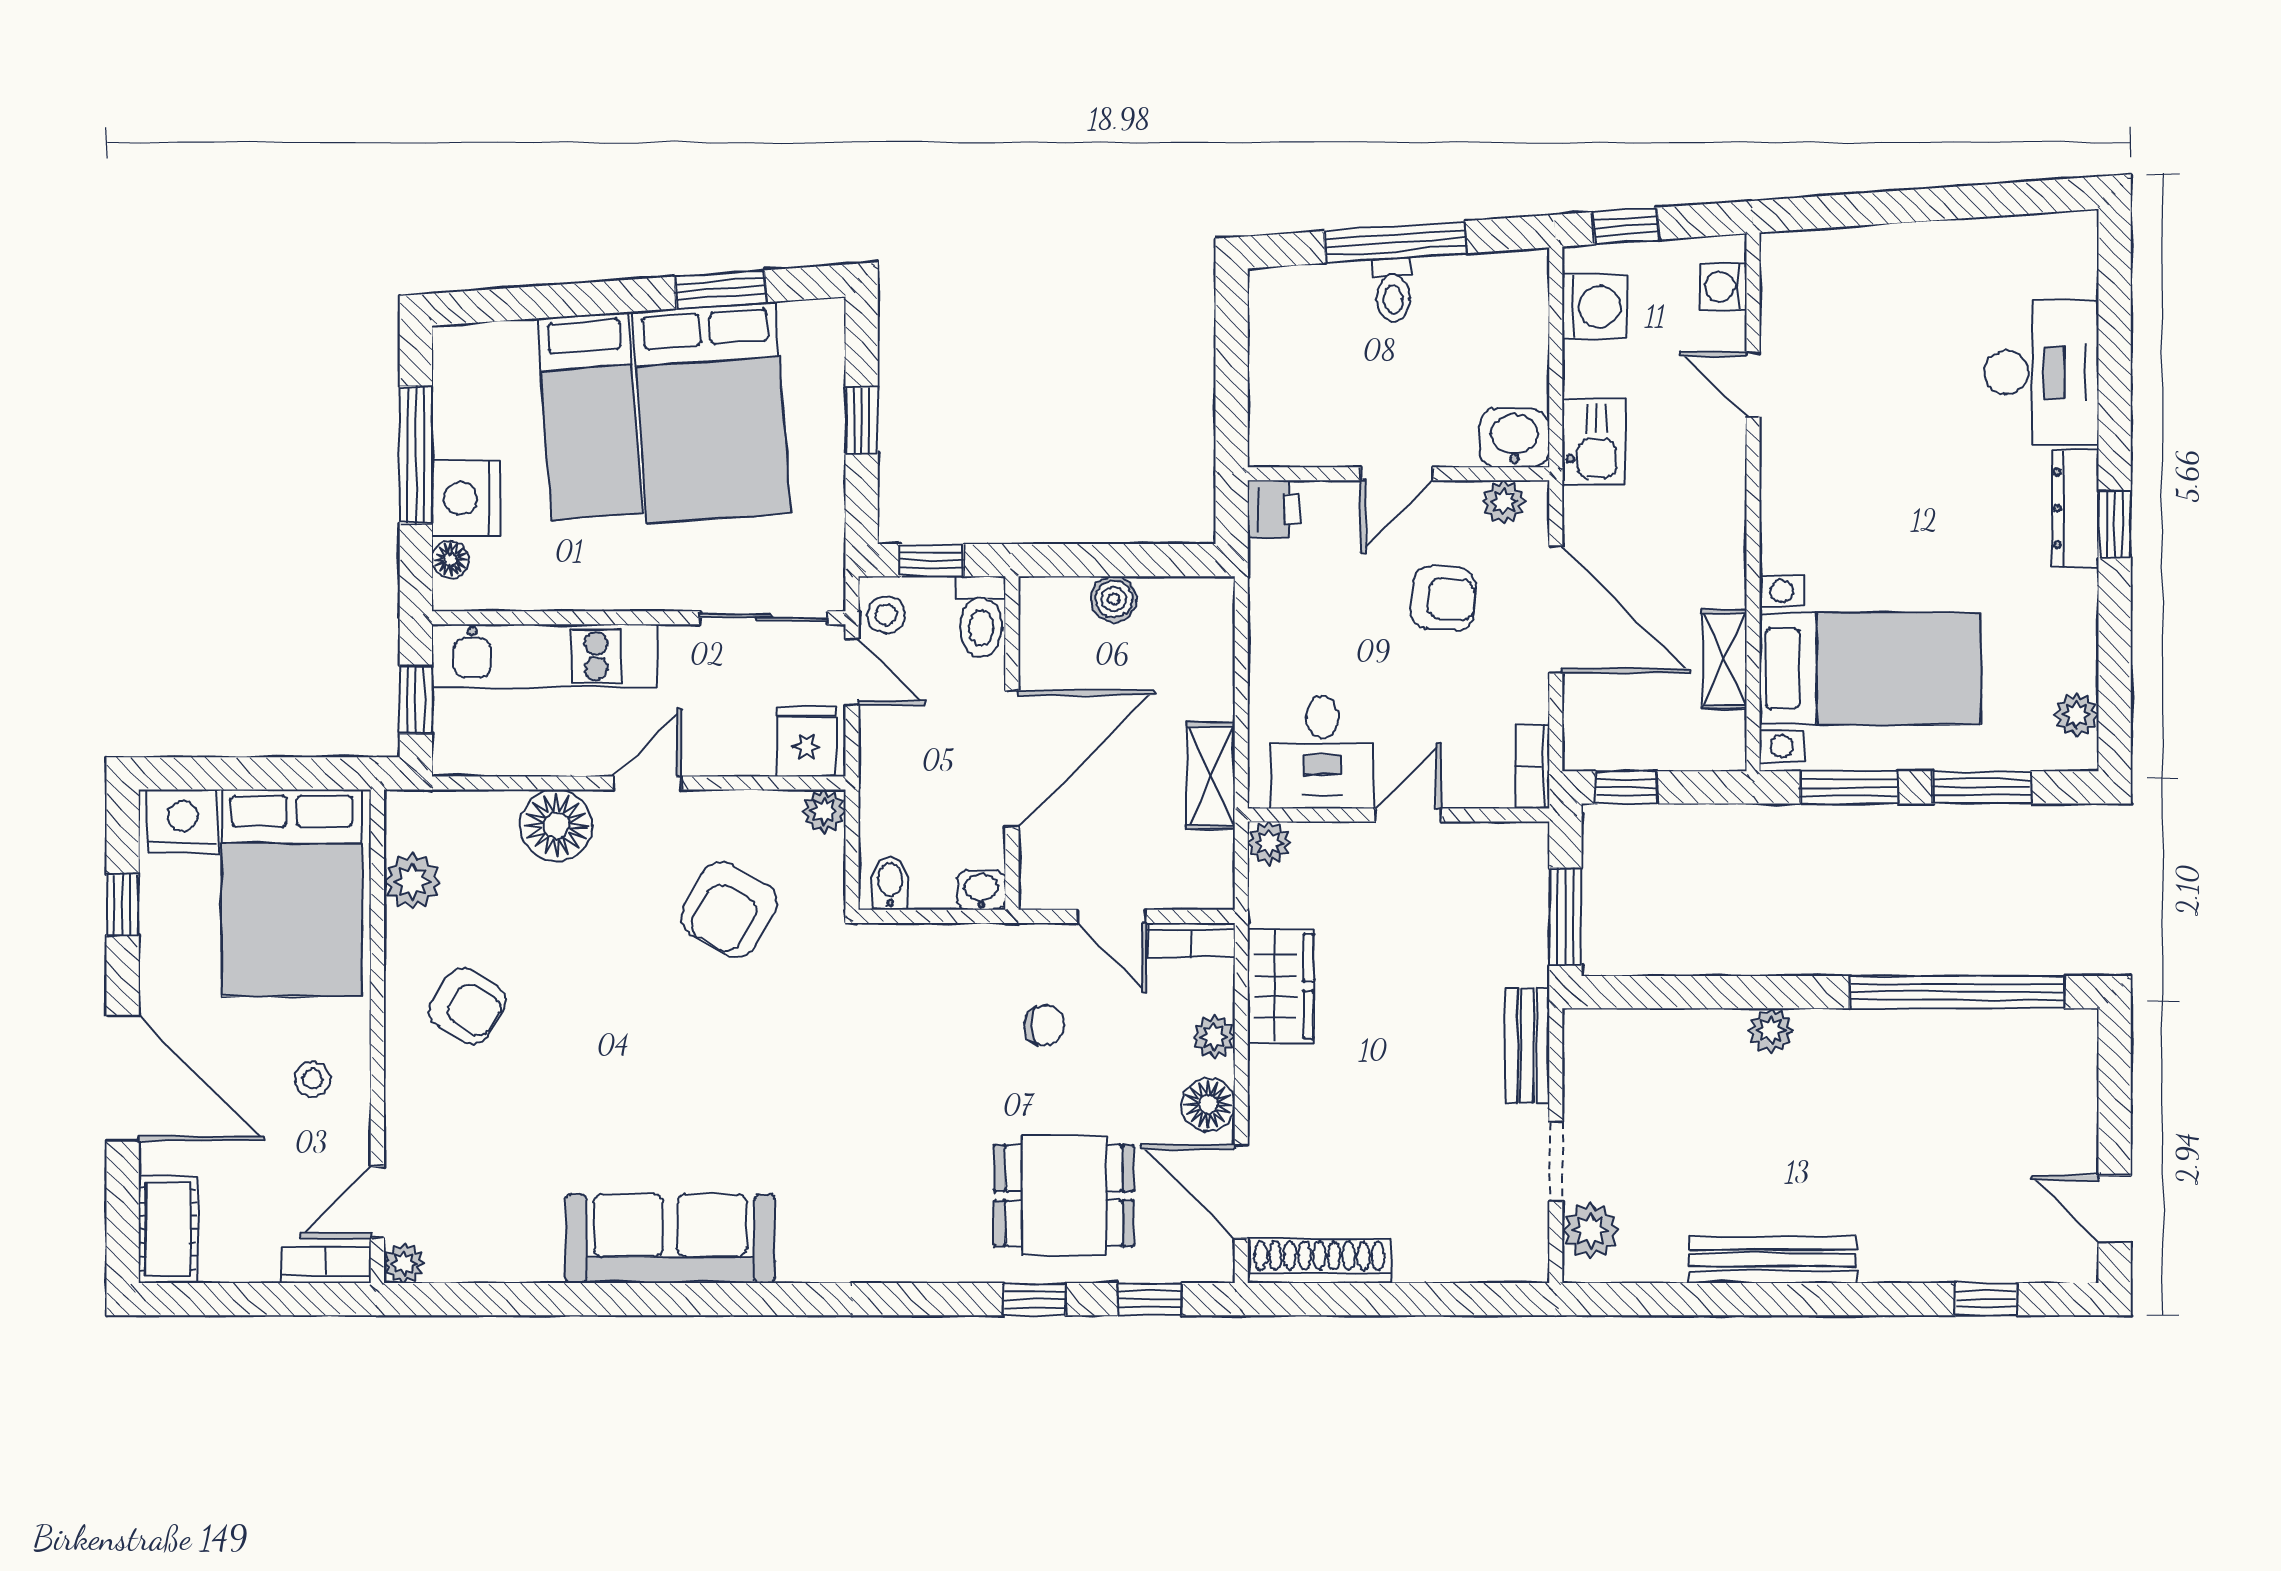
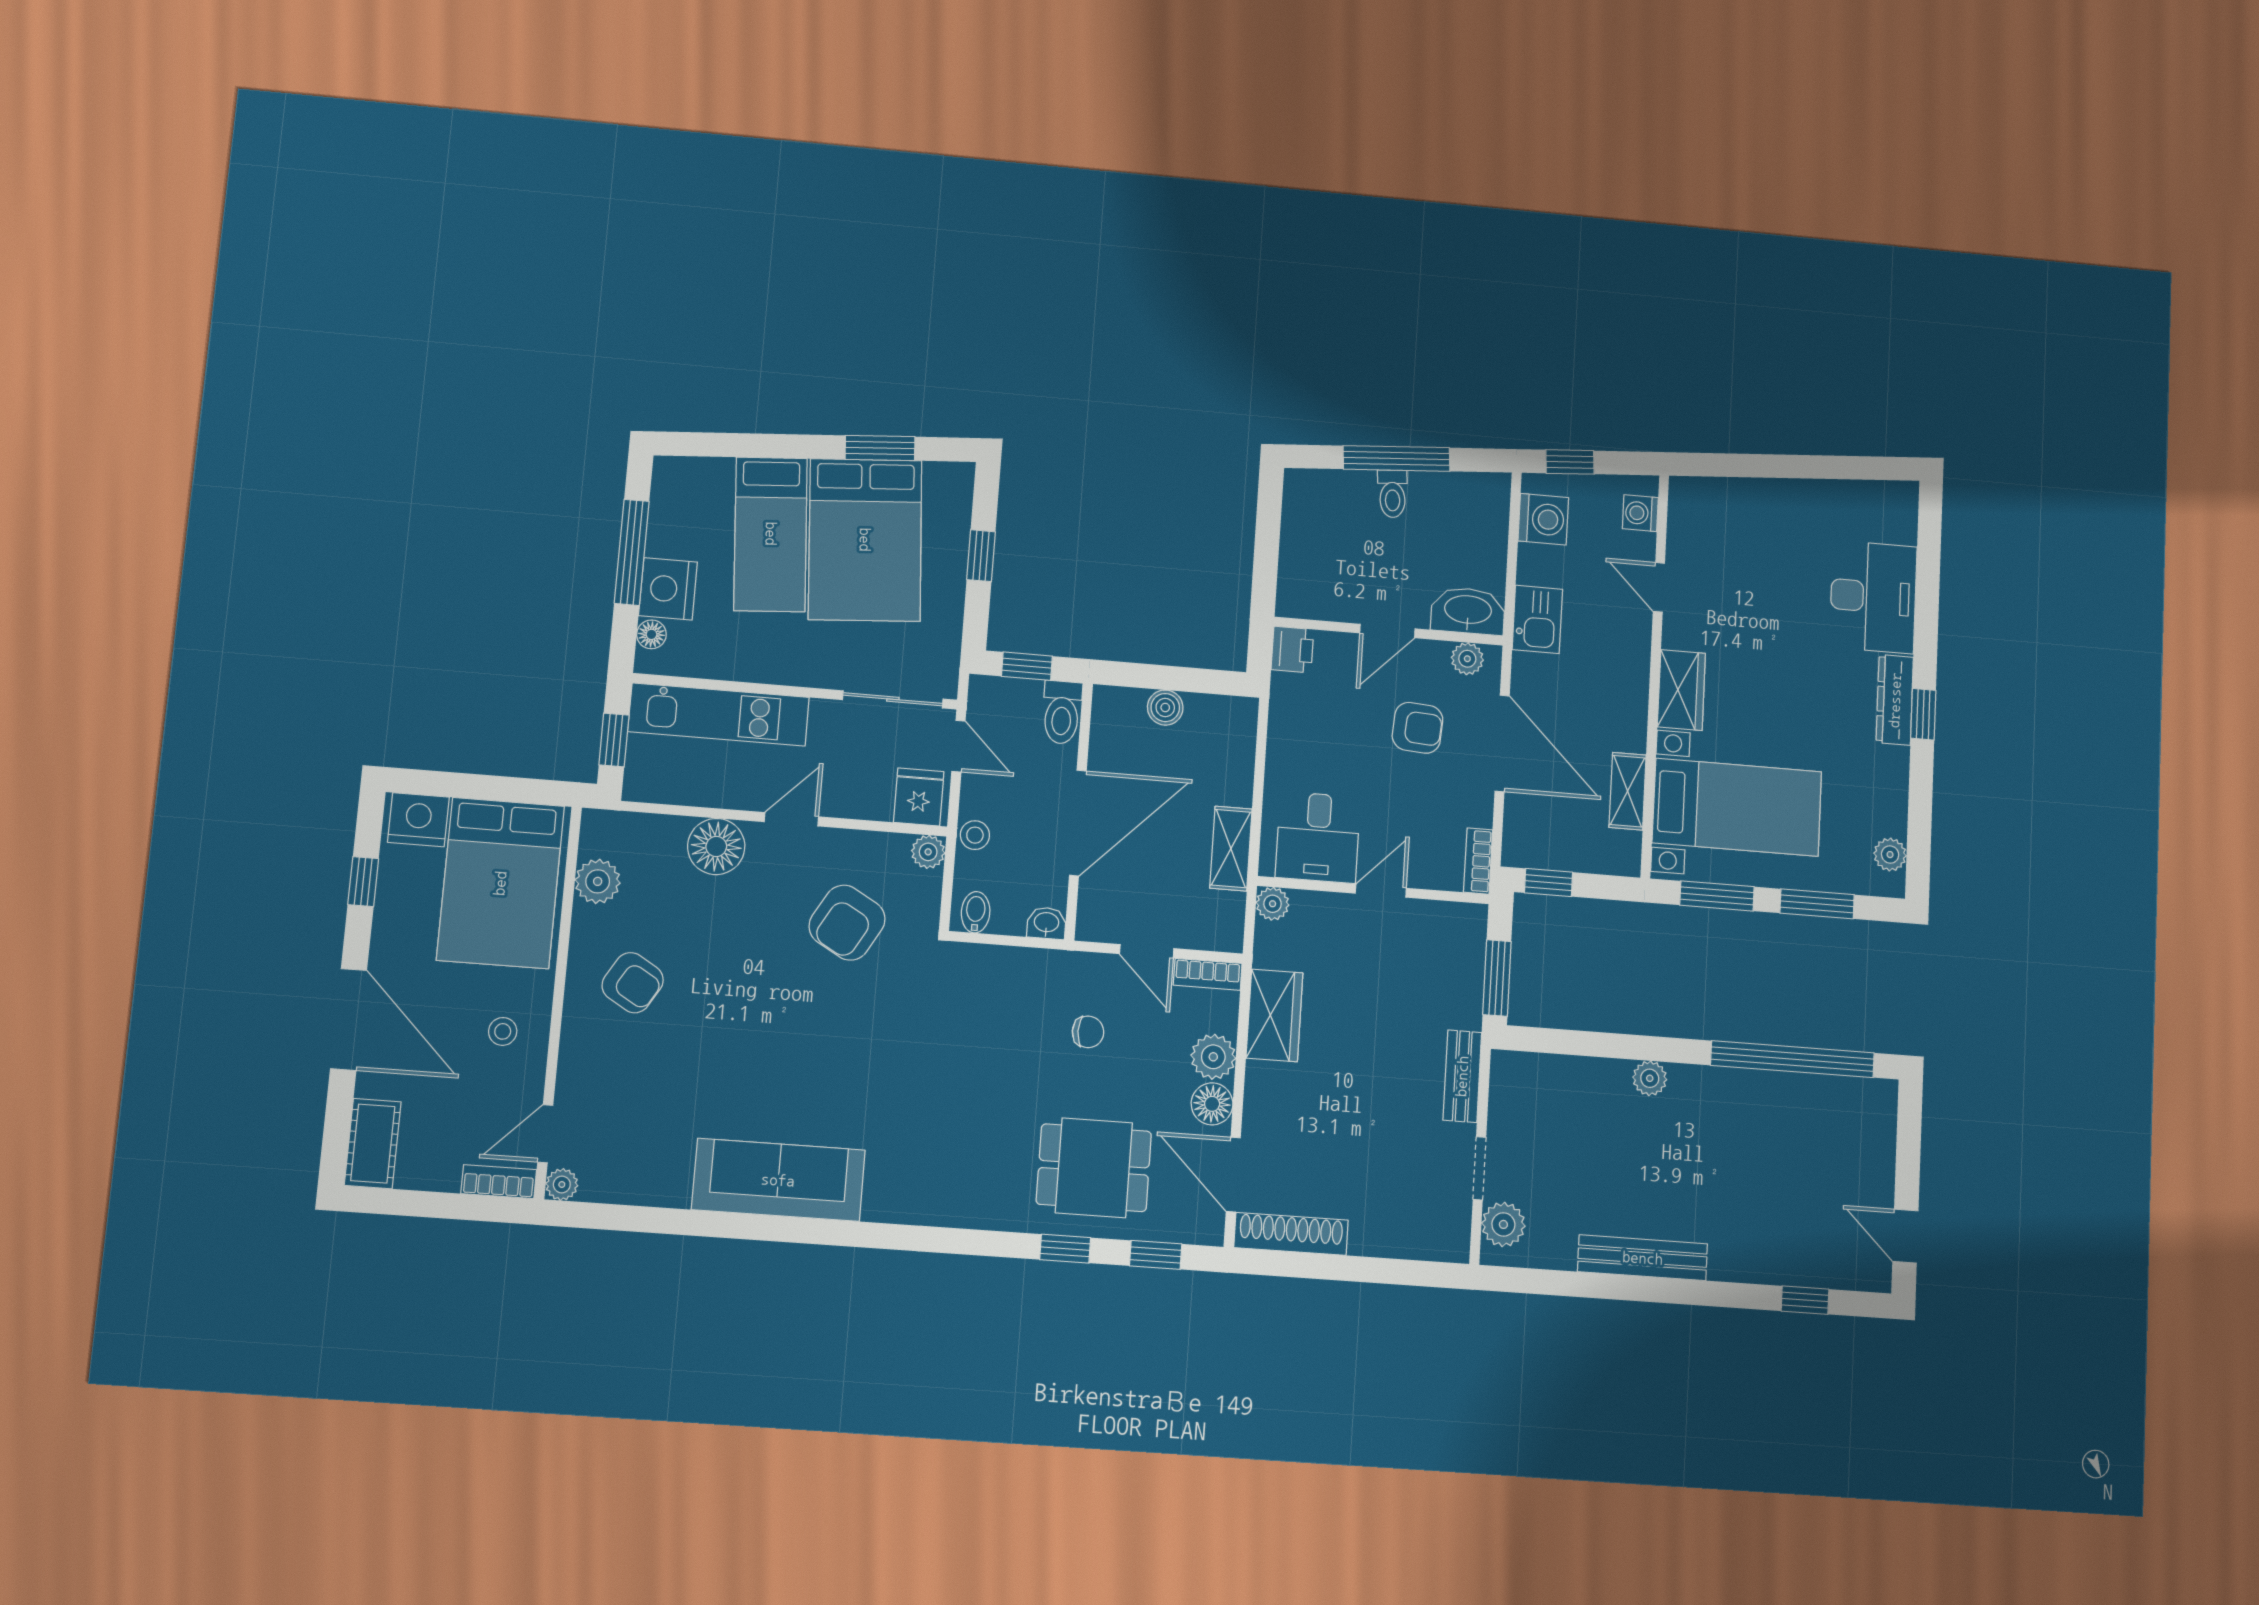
washbasin: (1514, 438) -> (1468, 611), width x1.38
wardrobe: (1789, 519) -> (1681, 690), added
stool: (886, 615) -> (975, 835), moved
plant: (1214, 1037) -> (1213, 1057), width x1.38, depth x1.38

